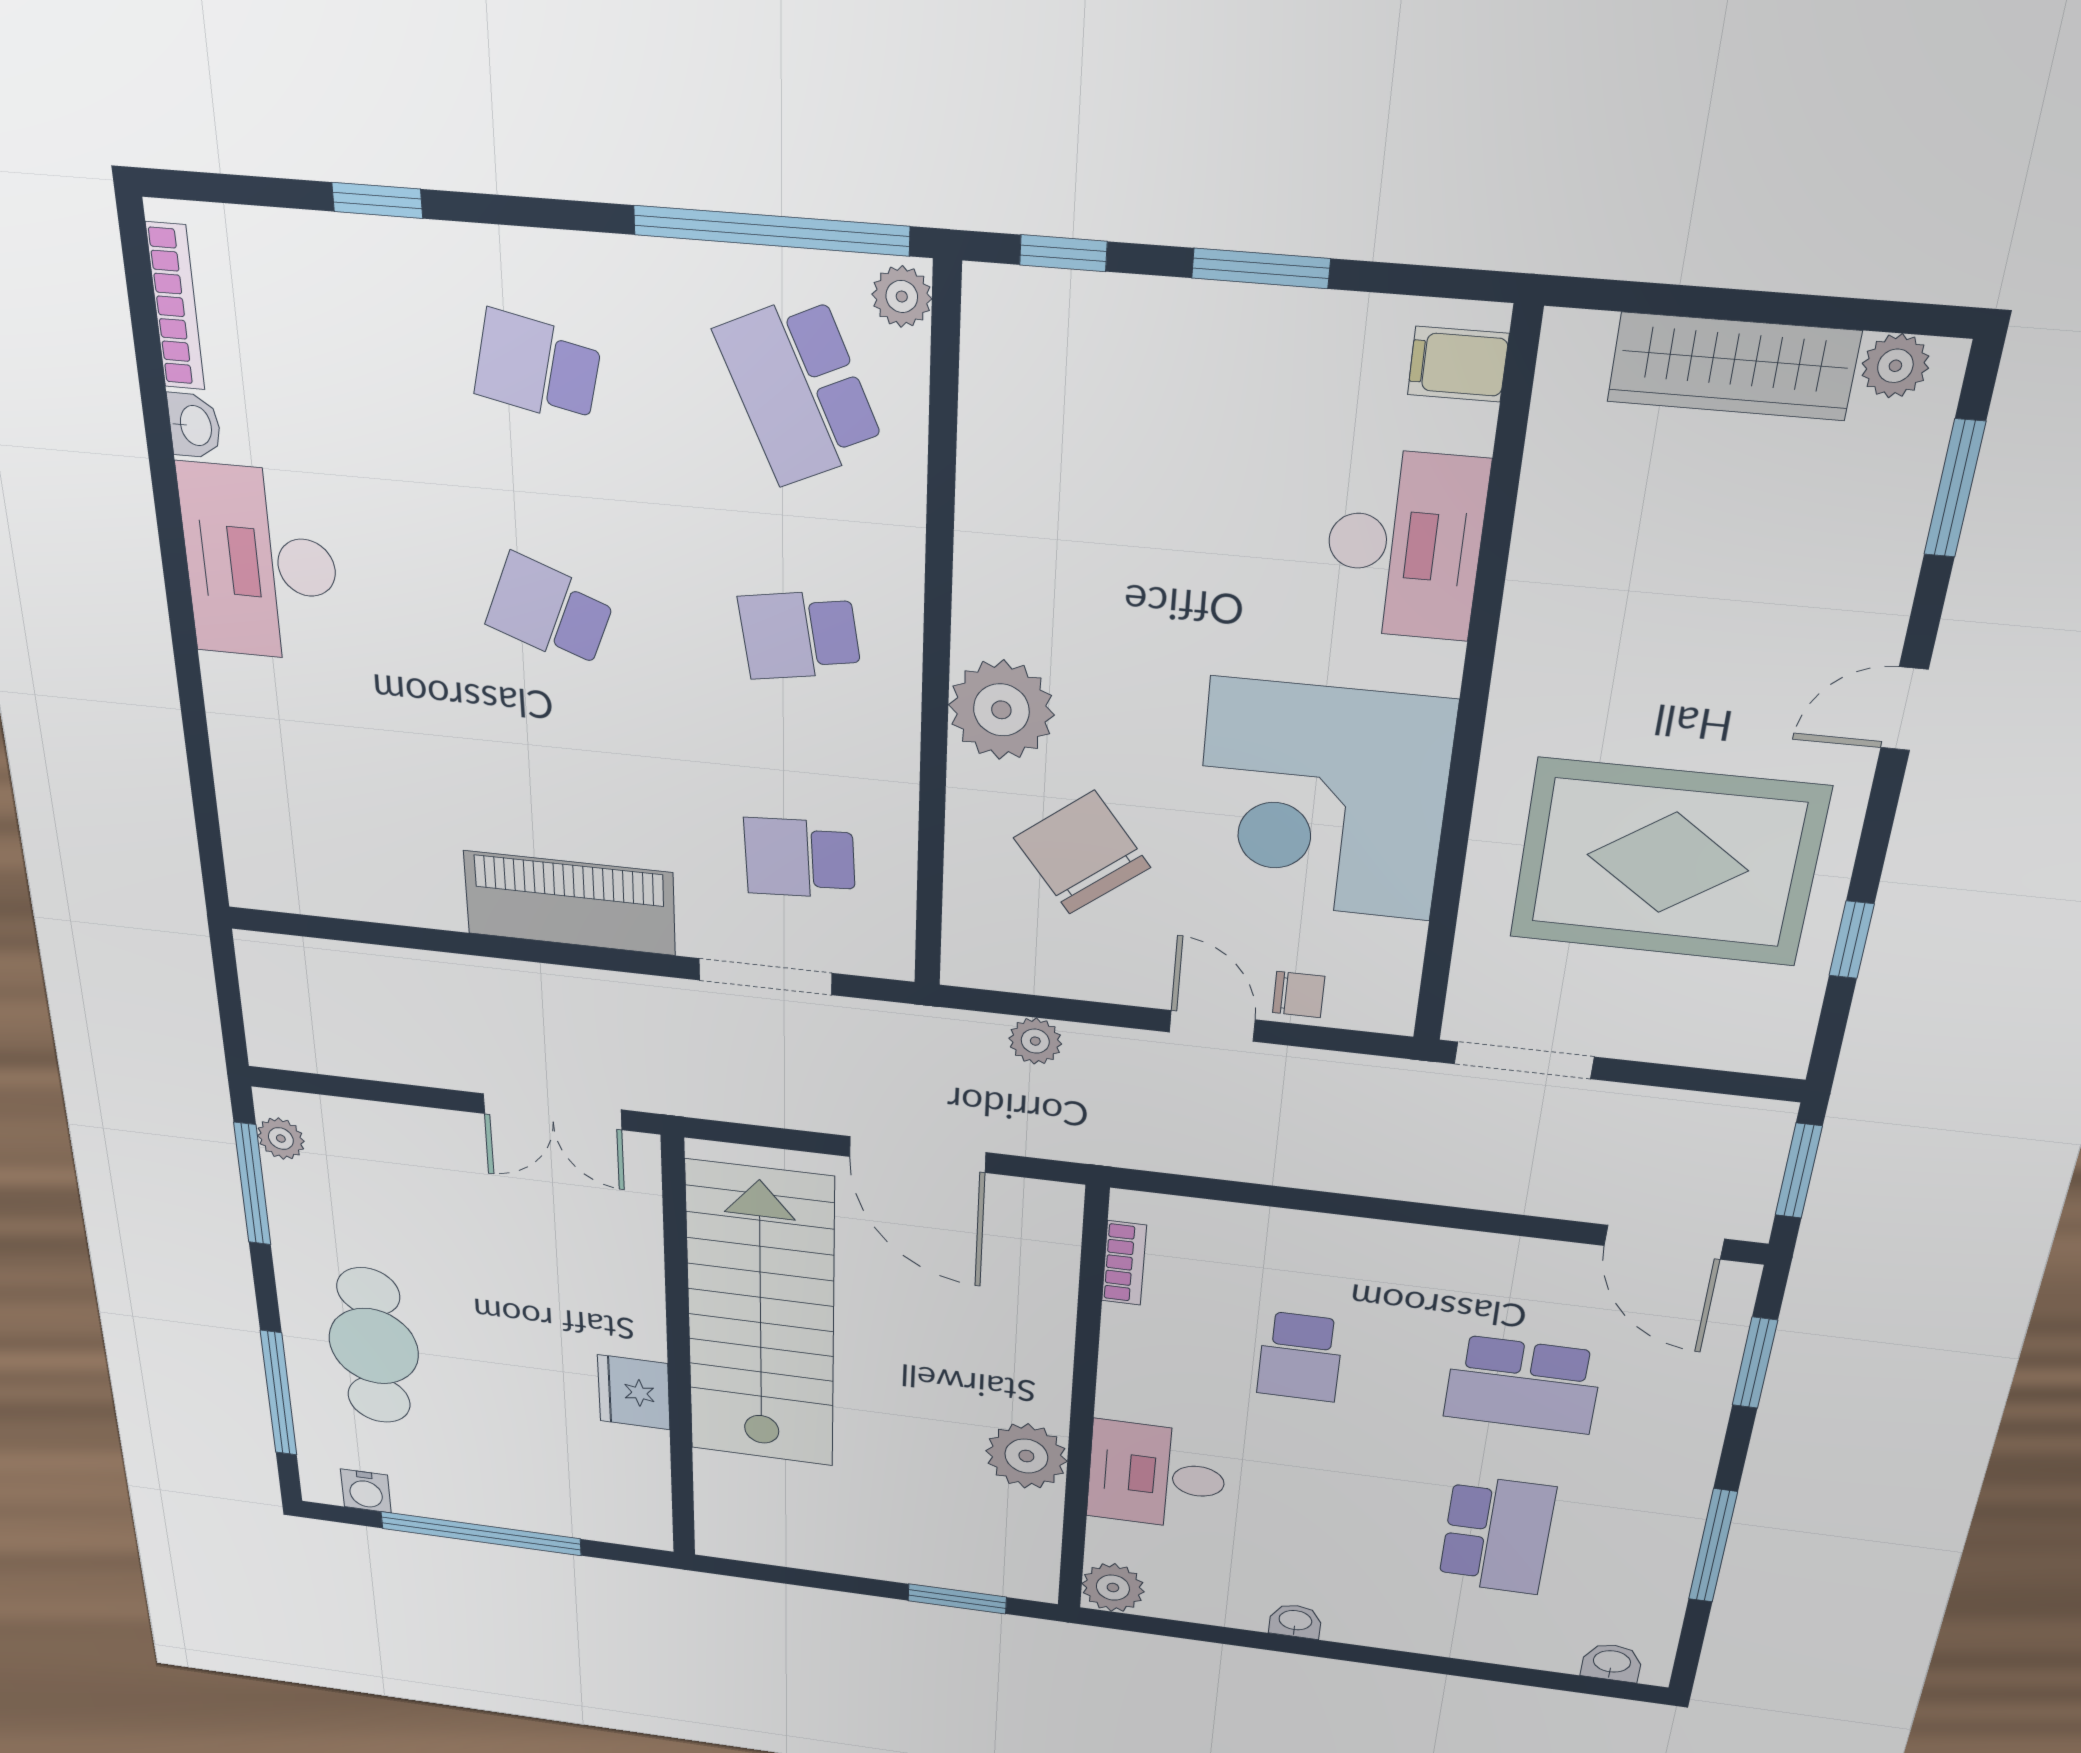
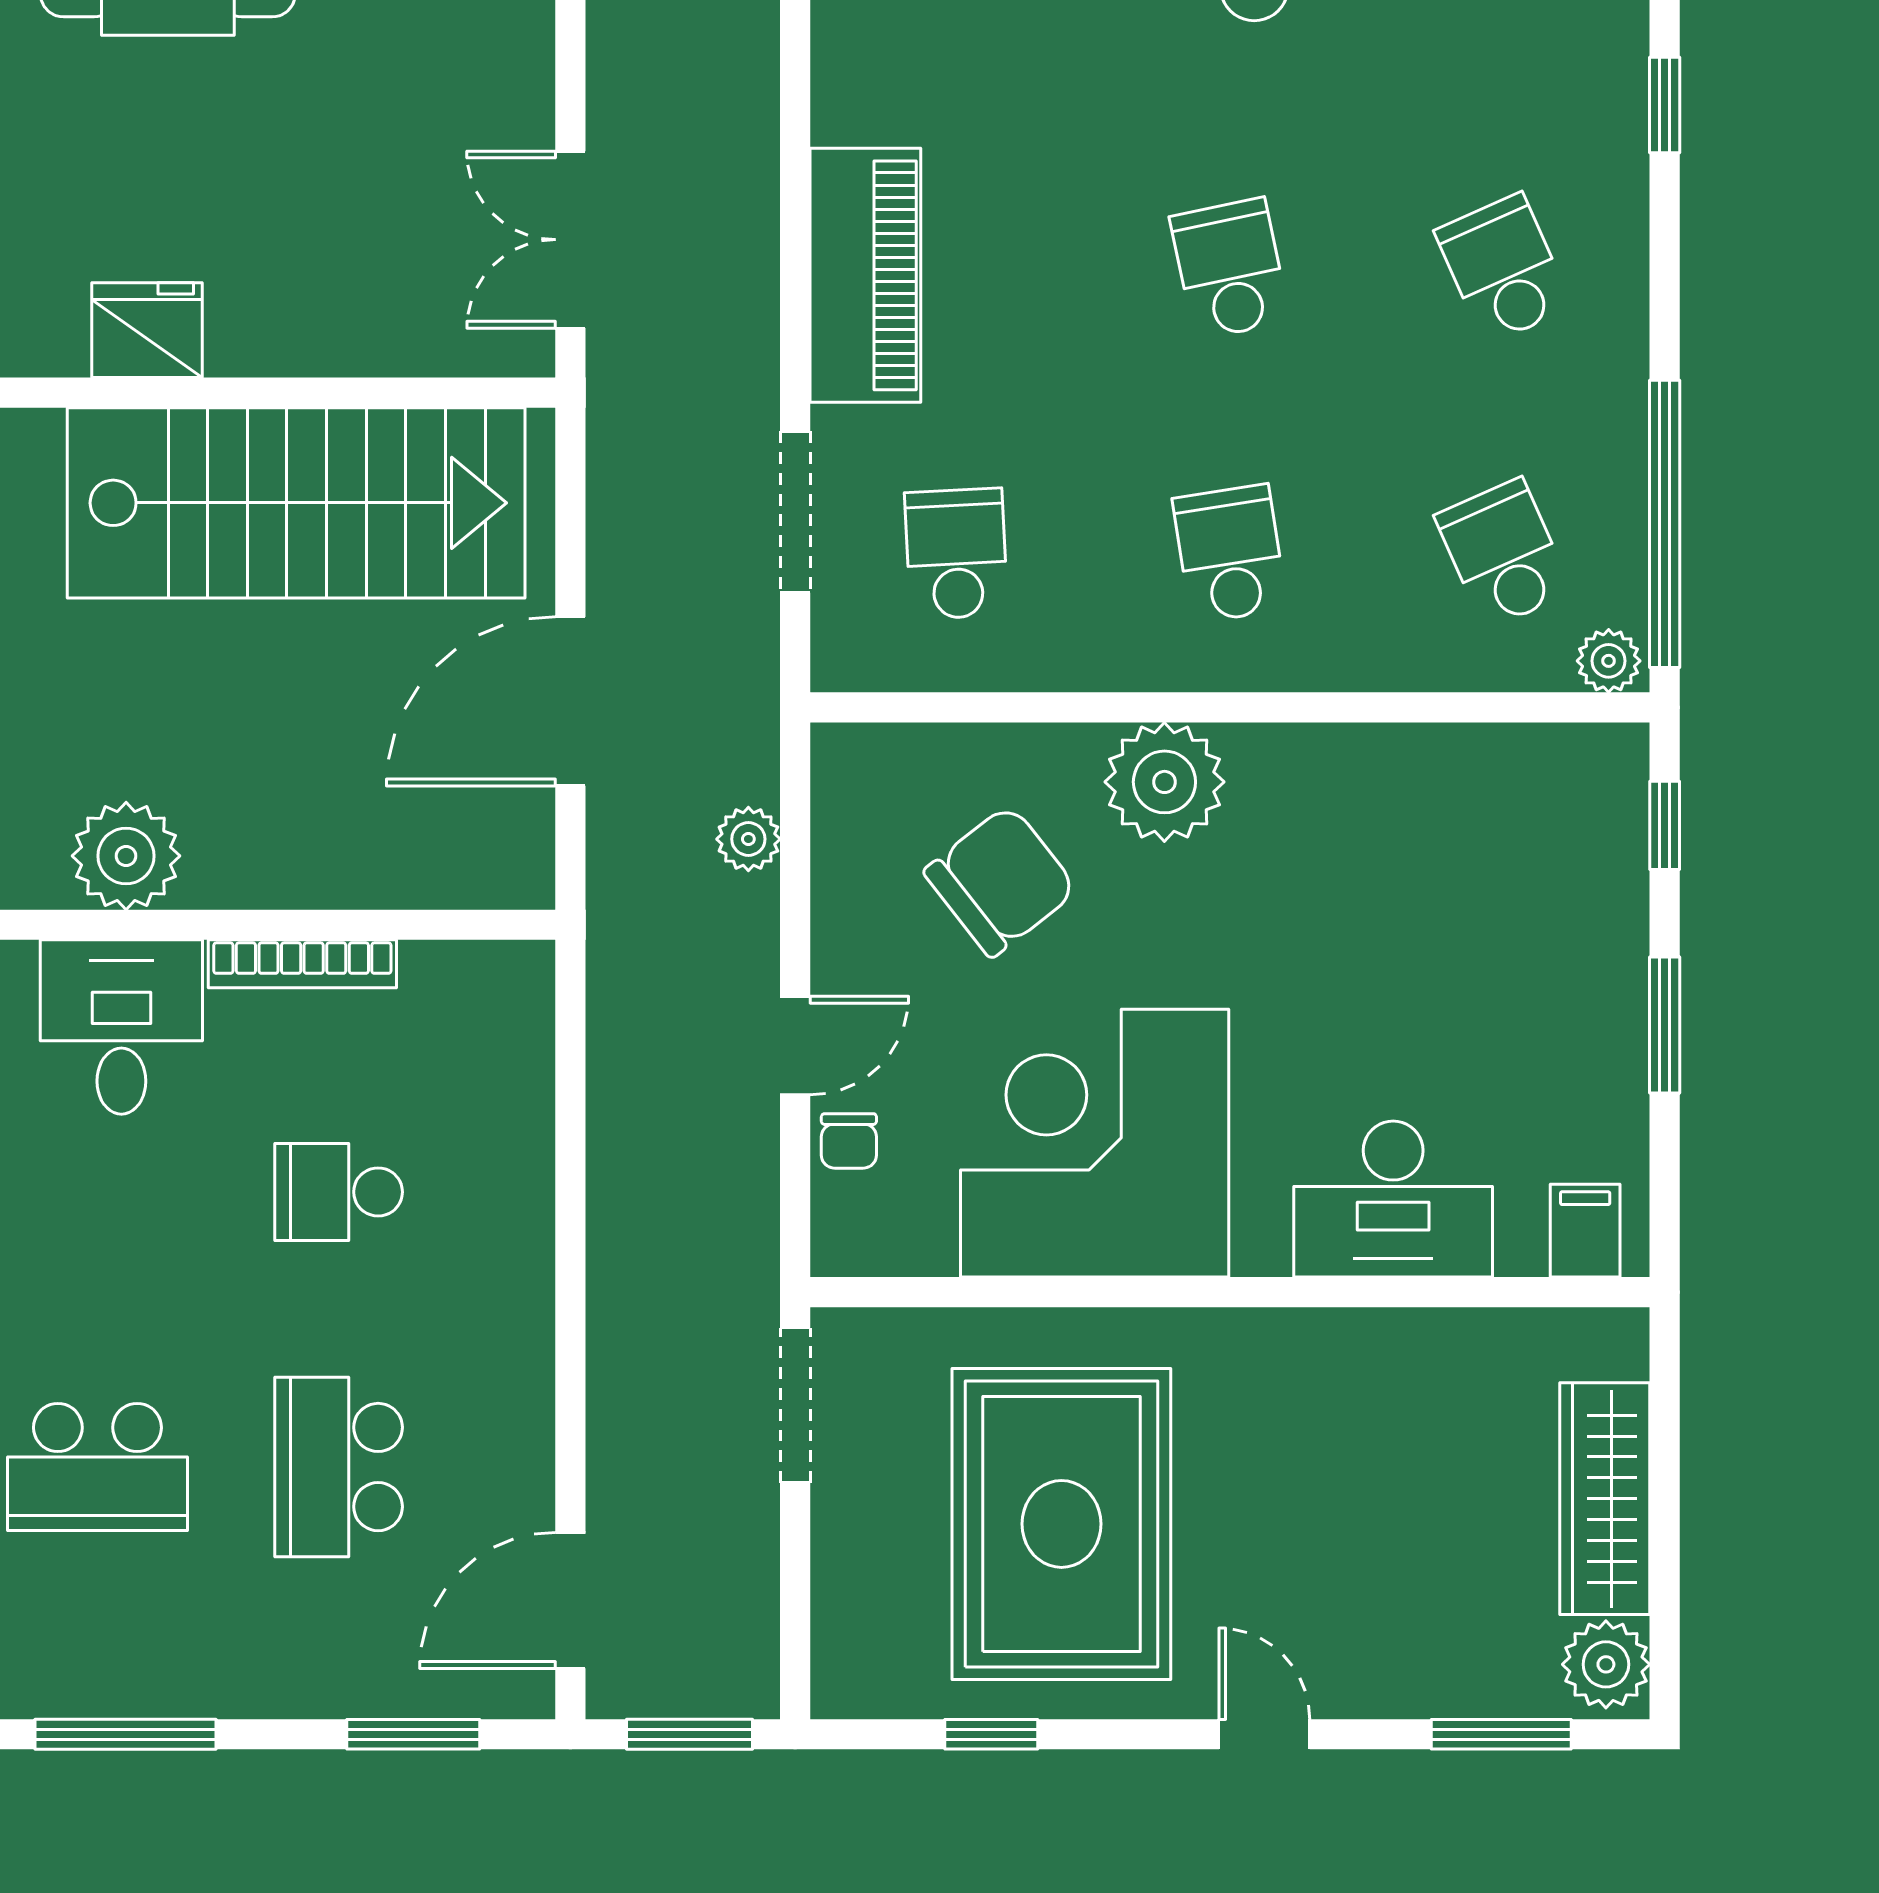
plant: (1895, 366) -> (1606, 1664), width x1.38, depth x1.38
school desk: (538, 367) -> (1503, 269), turned -36
school desk: (800, 389) -> (1503, 554), width x0.54
school desk: (550, 611) -> (1230, 269), turned -33
bookcase: (1124, 1263) -> (302, 964), moved, width x1.56

